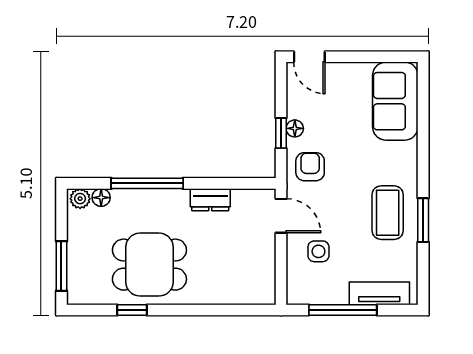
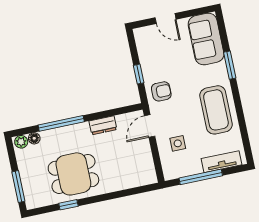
door: (309, 57) -> (166, 18), moved
floor lamp: (295, 128) -> (147, 69), removed
armchair: (310, 167) -> (161, 91), turned 90
coffee table: (388, 213) -> (216, 110), width x1.36, depth x1.32
door: (281, 216) -> (150, 126), swing flipped
window: (423, 220) -> (230, 65), moved

